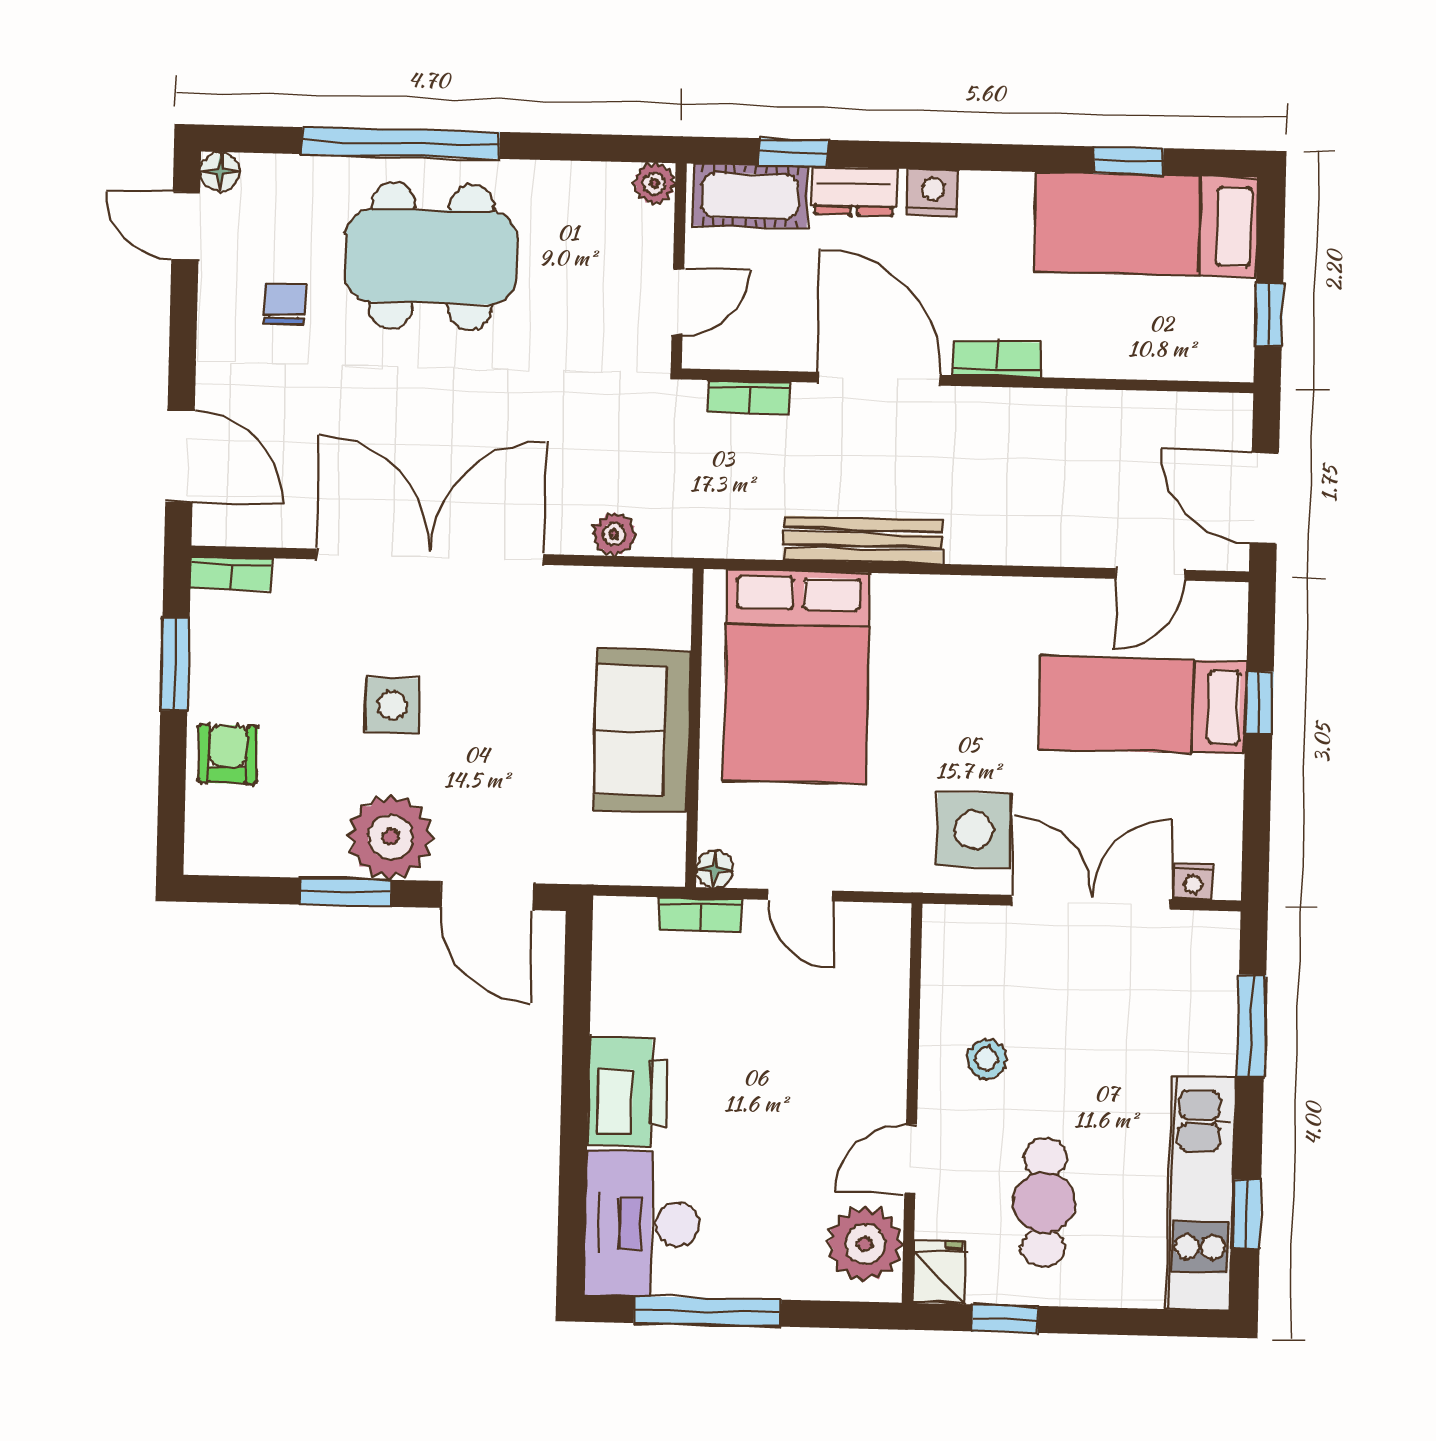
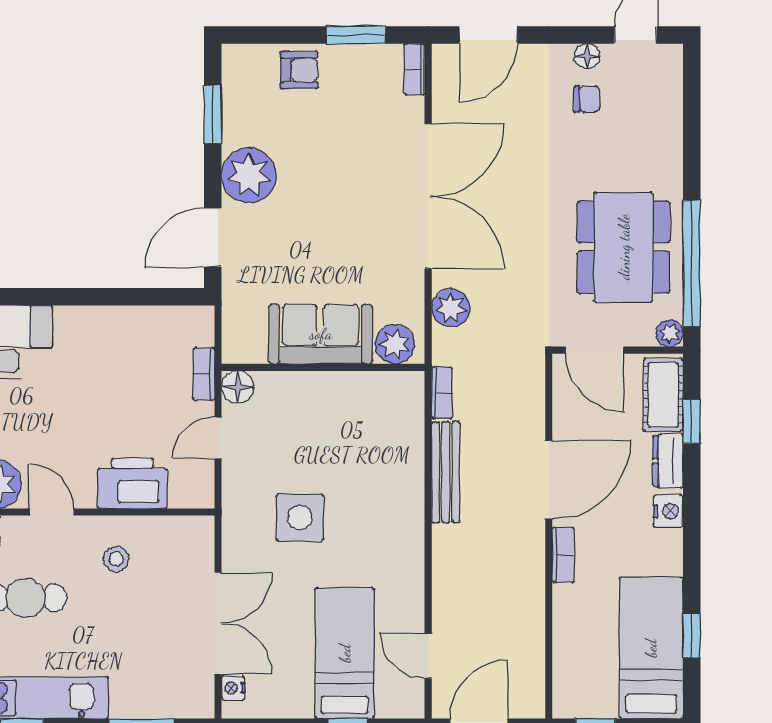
window: (401, 143) -> (692, 263), moved
floor lamp: (220, 172) -> (587, 56), moved
dining table: (431, 256) -> (624, 247), moved
door: (678, 302) -> (595, 350), width x1.38
bookcase: (749, 397) -> (442, 393), moved, turned 180
plant: (614, 534) -> (451, 308), width x1.38, depth x1.38
plant: (661, 615) -> (395, 344), added
bed: (797, 677) -> (357, 432), removed
side table: (392, 705) -> (333, 174), removed
side table: (974, 830) -> (300, 518), moved
floor lamp: (715, 869) -> (238, 387), width x1.37, depth x1.37
window: (346, 892) -> (213, 114), moved
printer: (628, 1091) -> (132, 484), moved, turned 180

